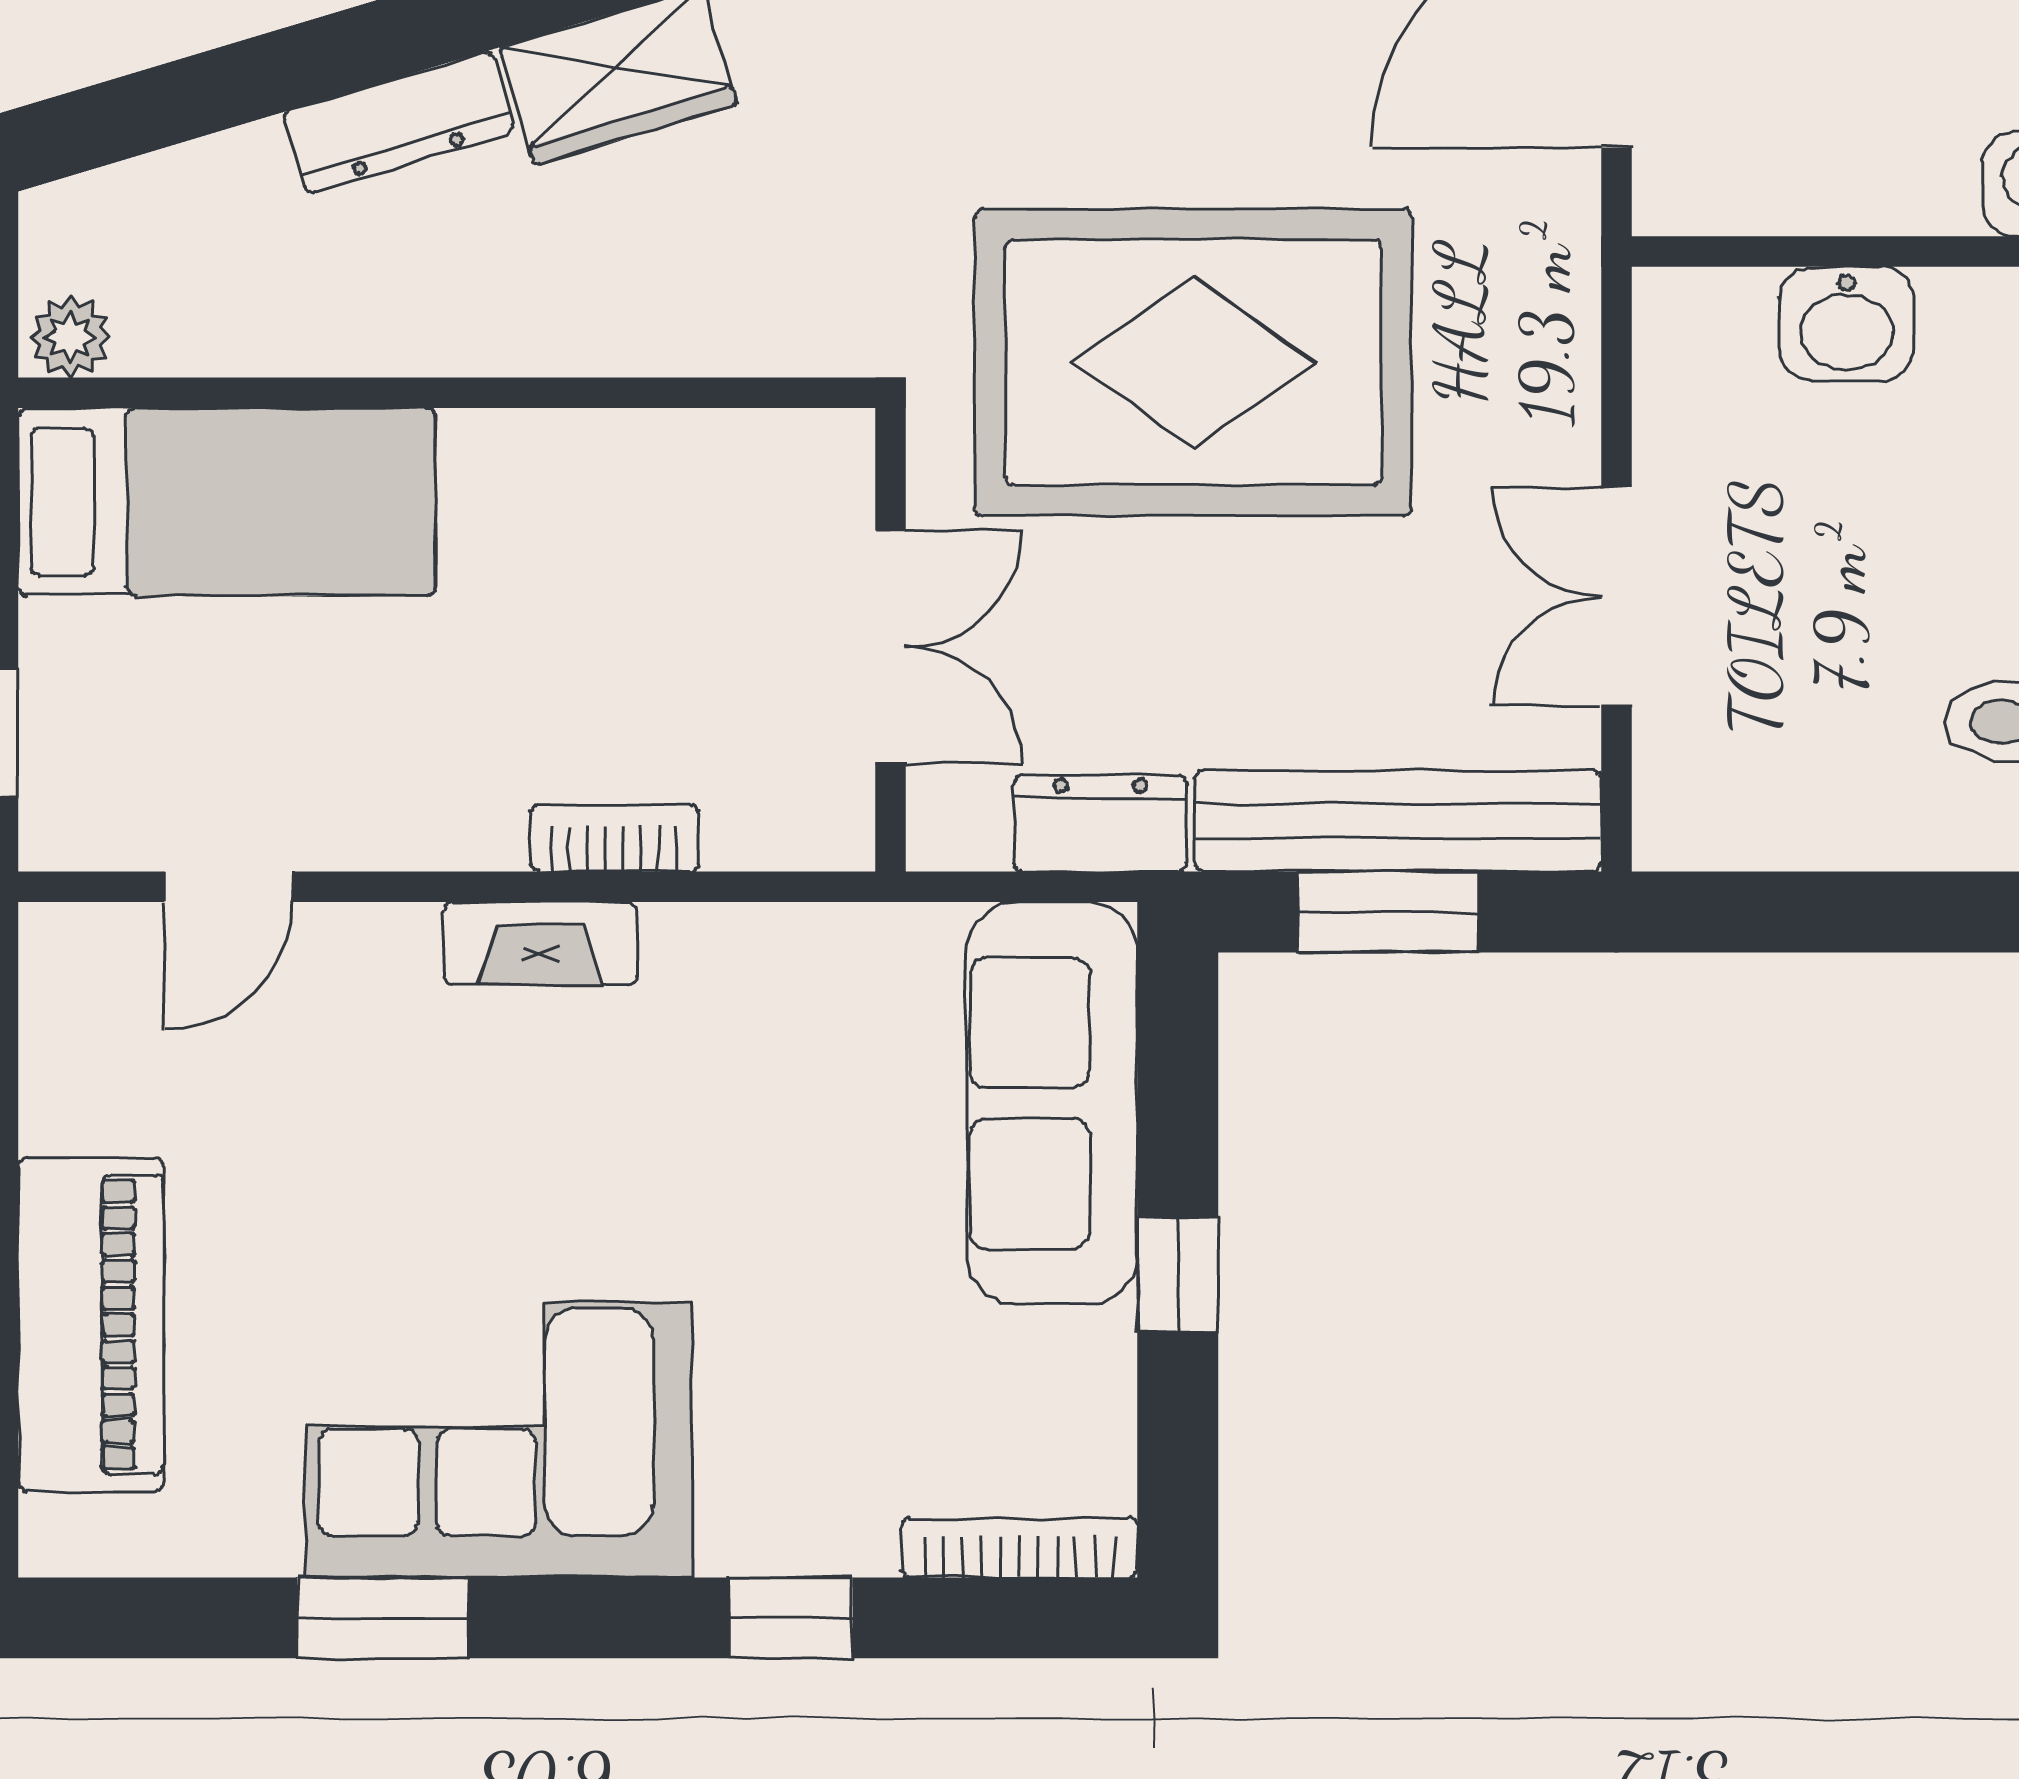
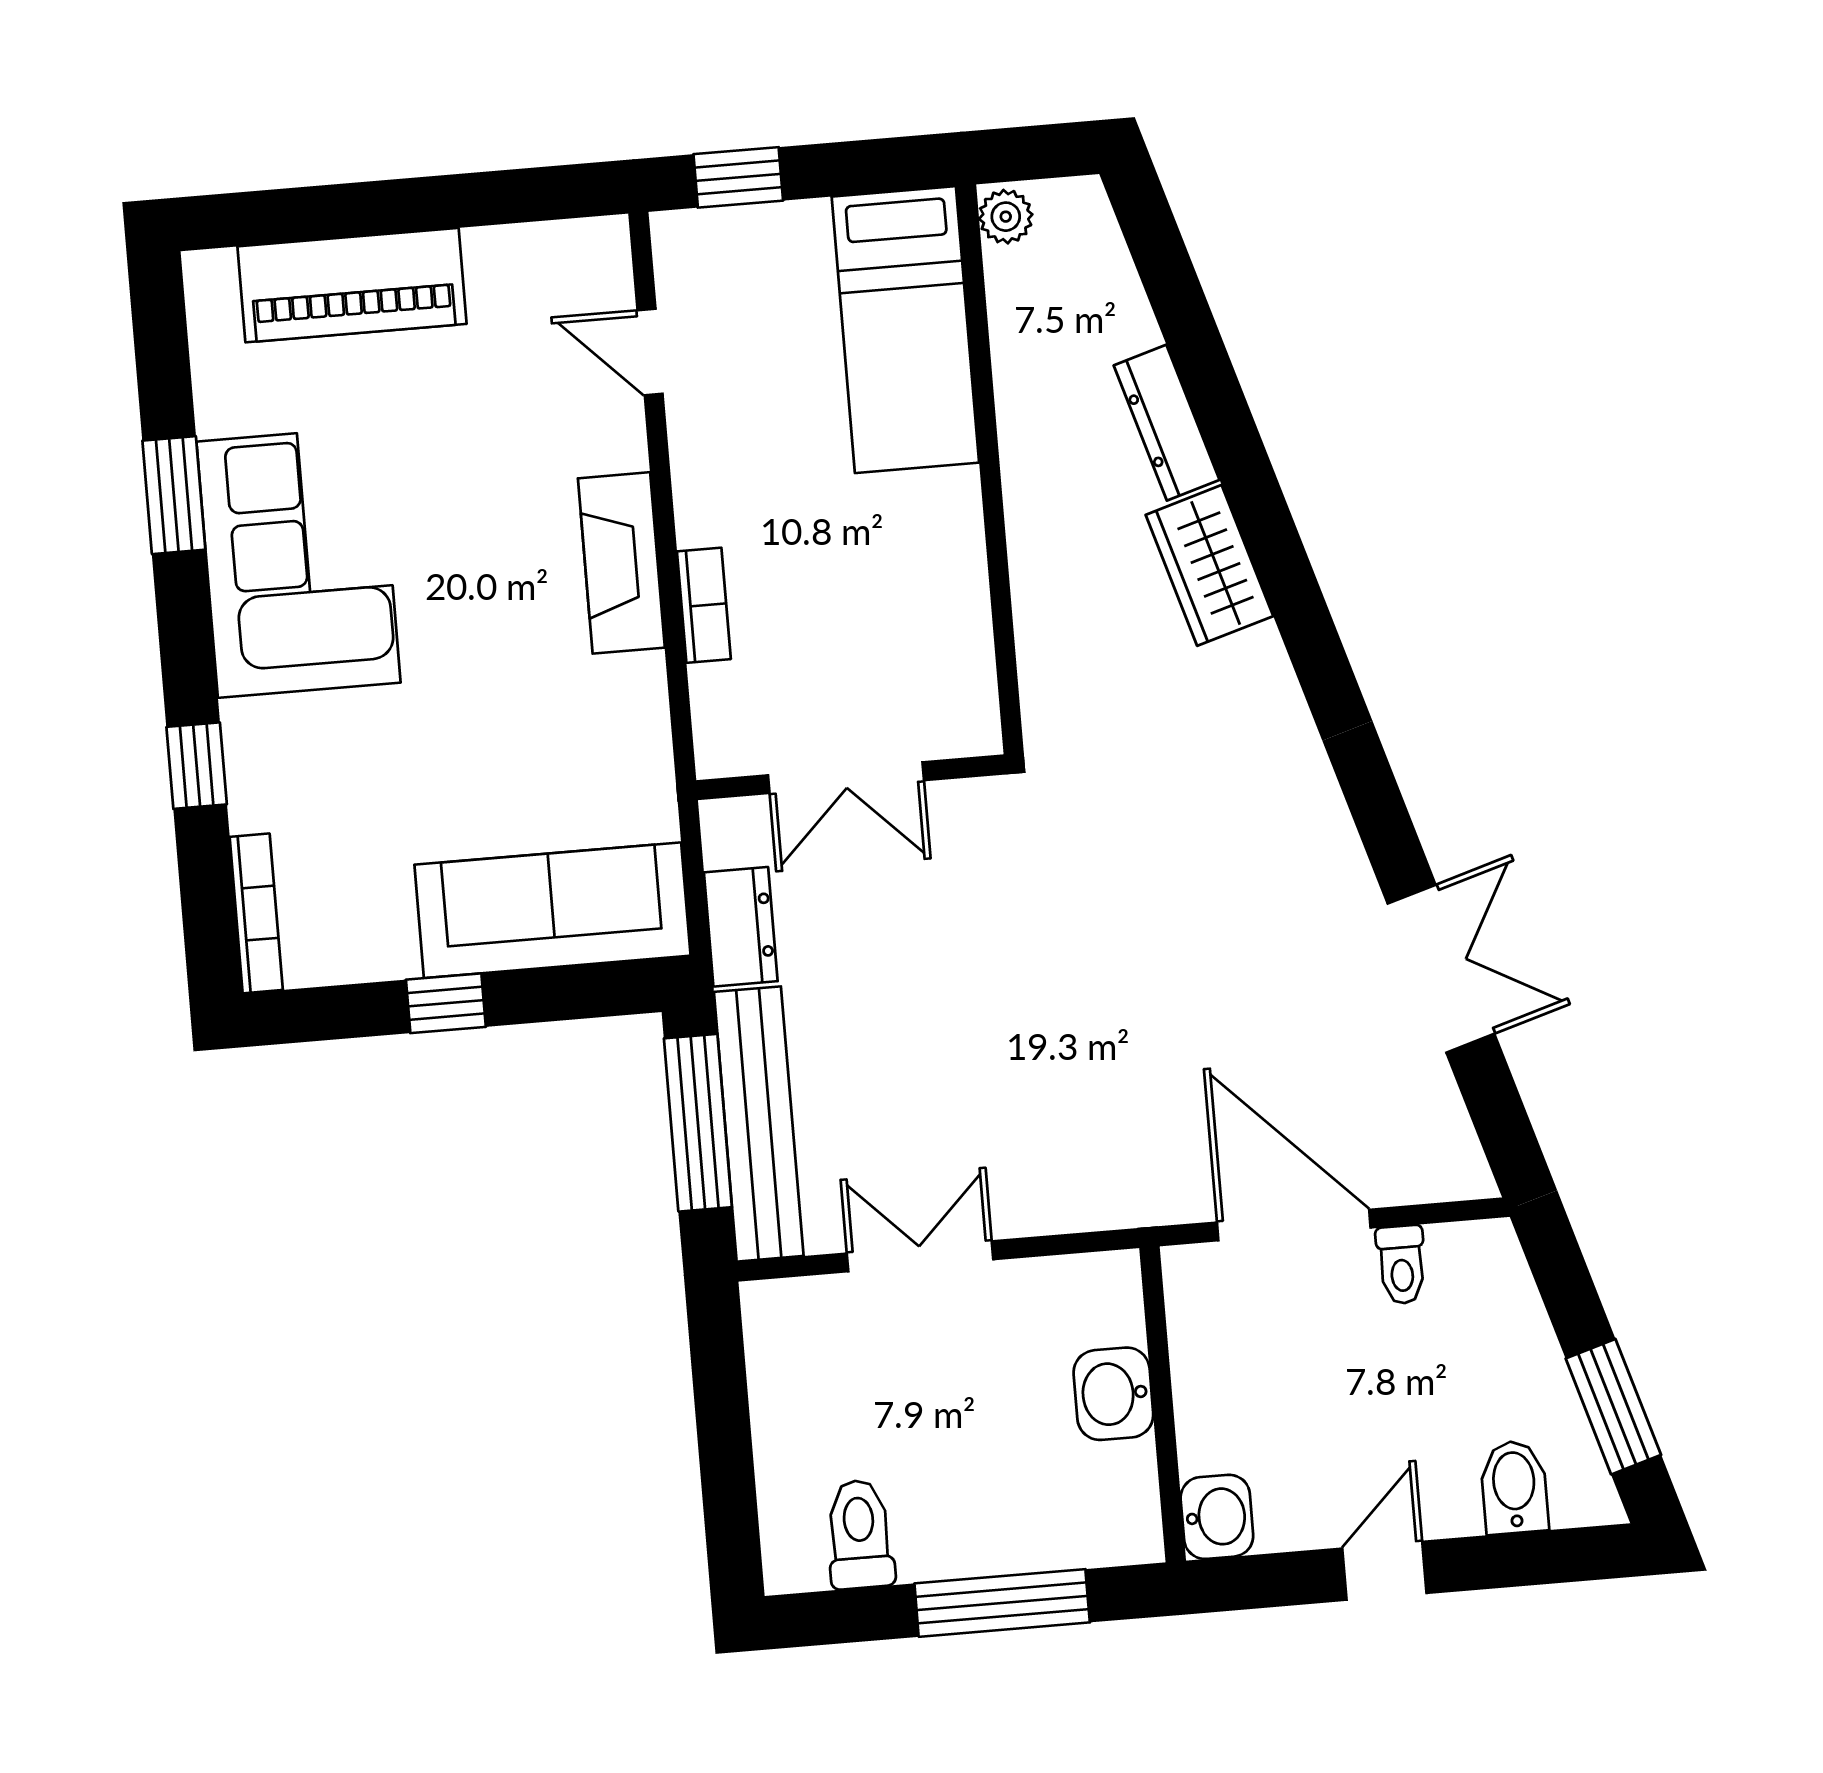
rug: (1193, 363) -> (1051, 963), removed
window: (1388, 912) -> (698, 1123), width x1.44
fireplace: (541, 943) -> (621, 563), width x1.37, depth x1.32

